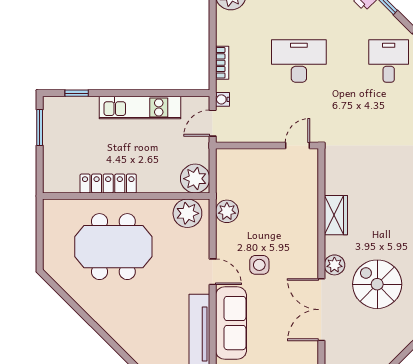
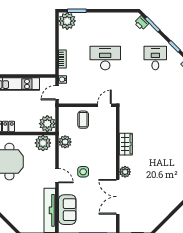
coffee table: (259, 171) -> (83, 120), added
spiral stairs: (377, 284) -> (149, 183), removed
sofa: (231, 323) -> (67, 210), width x0.73

